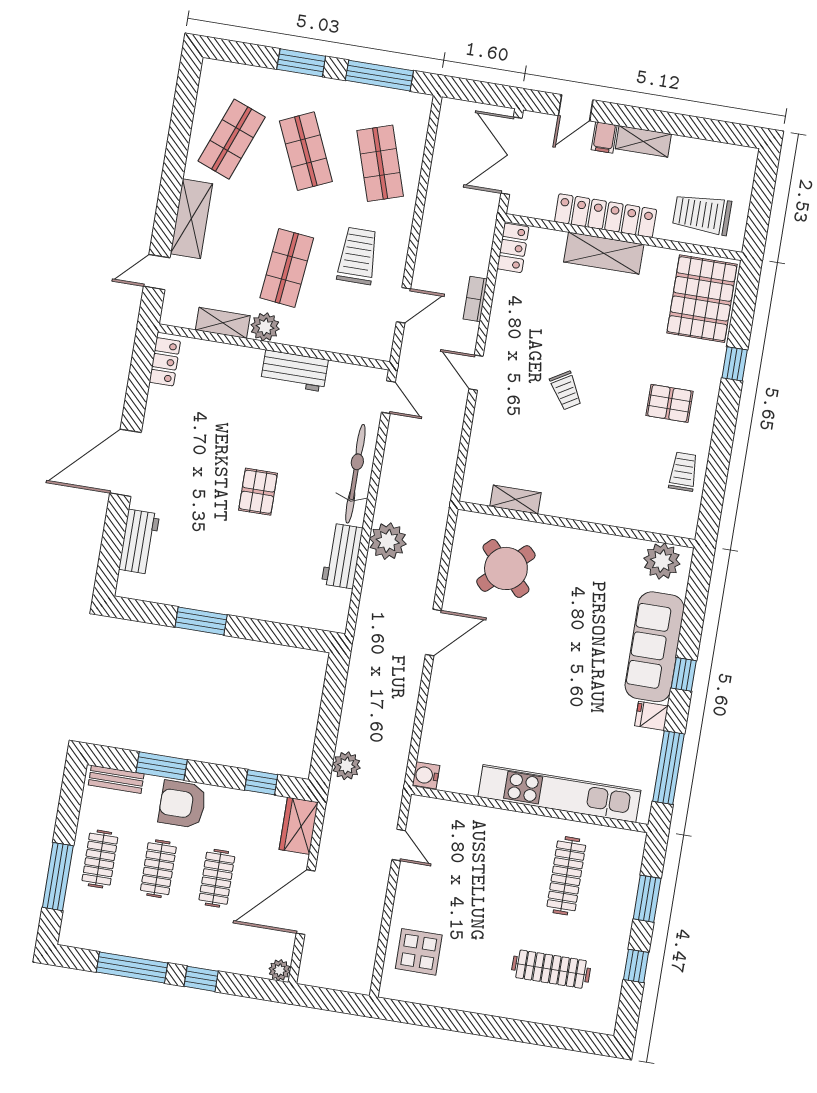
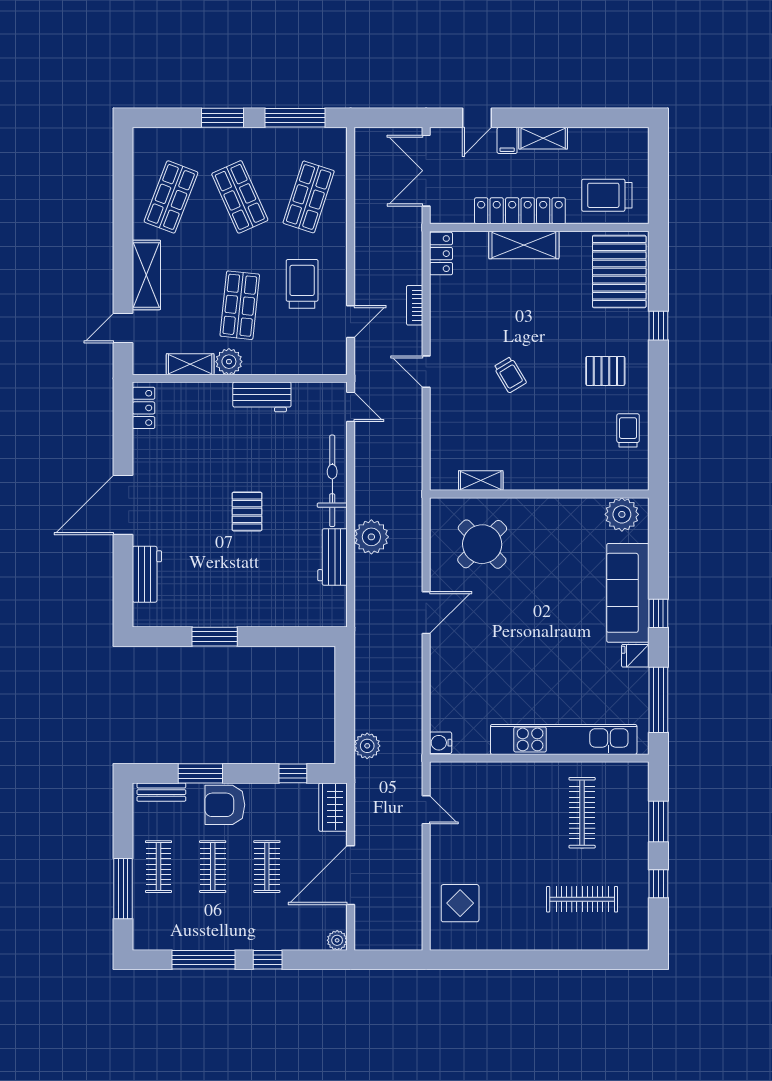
shop shelf: (380, 163) -> (309, 197), turned 36

